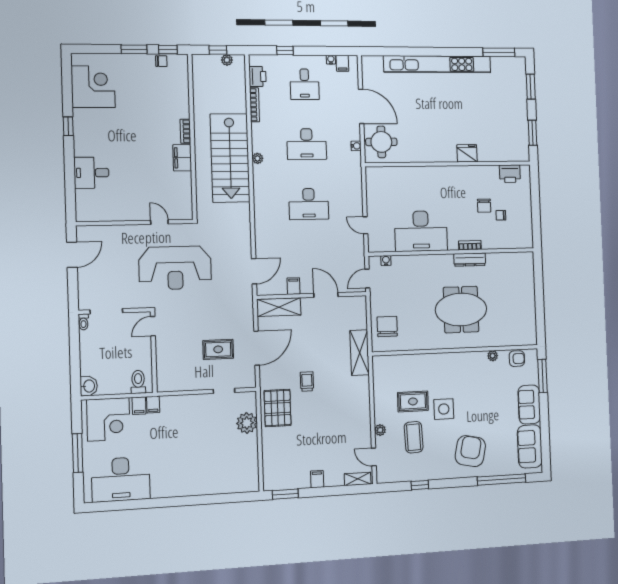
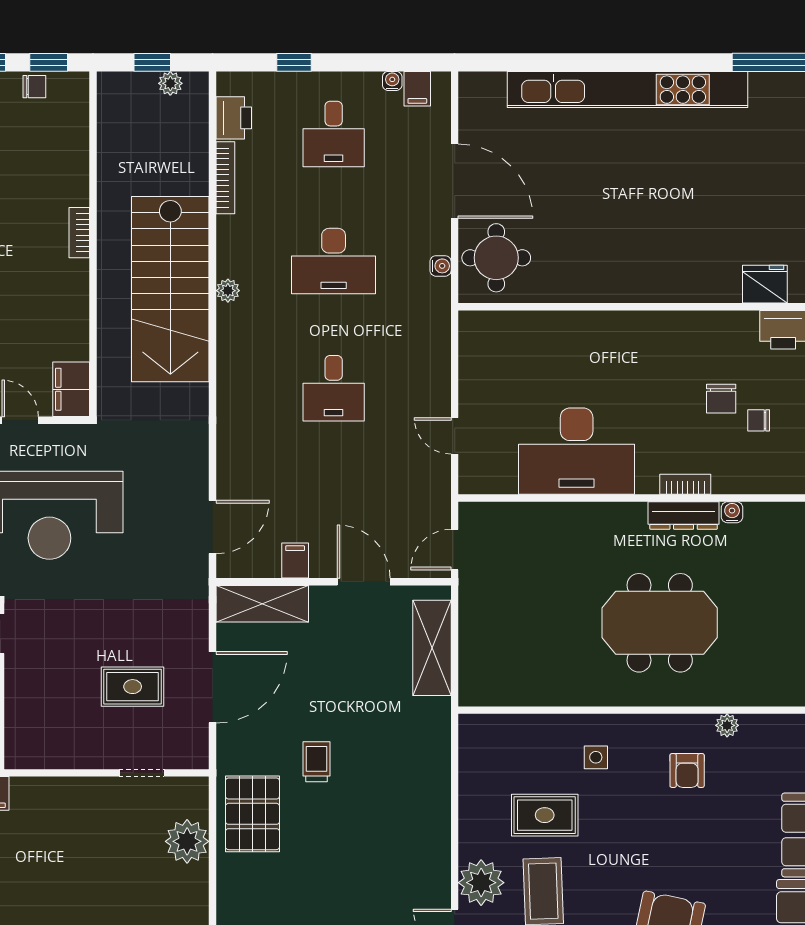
fridge: (467, 153) -> (765, 284), moved
filing cabinet: (182, 158) -> (71, 389), moved
desk: (309, 204) -> (334, 388), width x0.73
water cooler: (386, 260) -> (732, 512), moved
chair: (387, 326) -> (494, 653), removed
shelving: (360, 353) -> (432, 648), moved
armchair: (517, 359) -> (687, 771), moved, turned 90
side table: (444, 409) -> (596, 757), moved, width x0.54, depth x0.54
plant: (380, 430) -> (481, 883), width x1.88, depth x1.88

